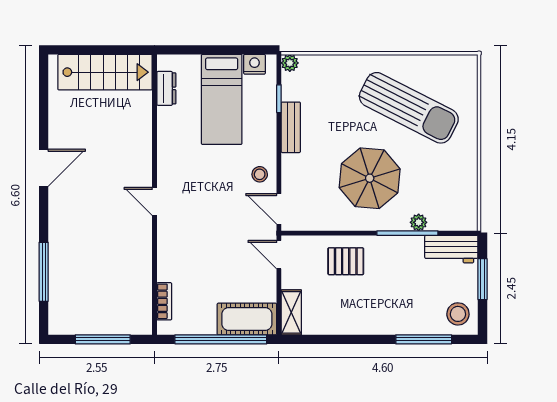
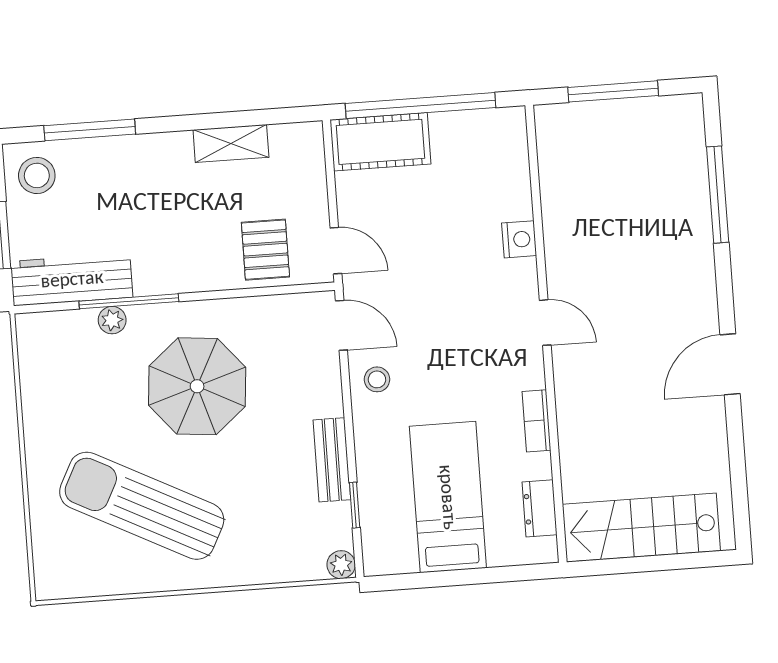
nightstand: (255, 64) -> (519, 239), moved, turned -90
workbench: (451, 249) -> (72, 279), width x1.38
pallet: (346, 261) -> (265, 250), moved, turned 90
bookcase: (164, 301) -> (537, 421), moved
shelving: (291, 312) -> (231, 144), moved, turned 90

